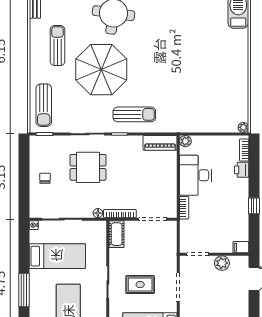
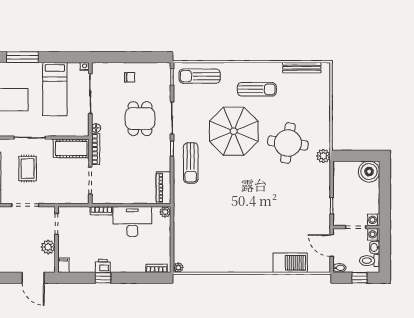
printer: (242, 170) -> (103, 266), moved
cot: (117, 234) -> (71, 148), width x1.37, depth x1.34

